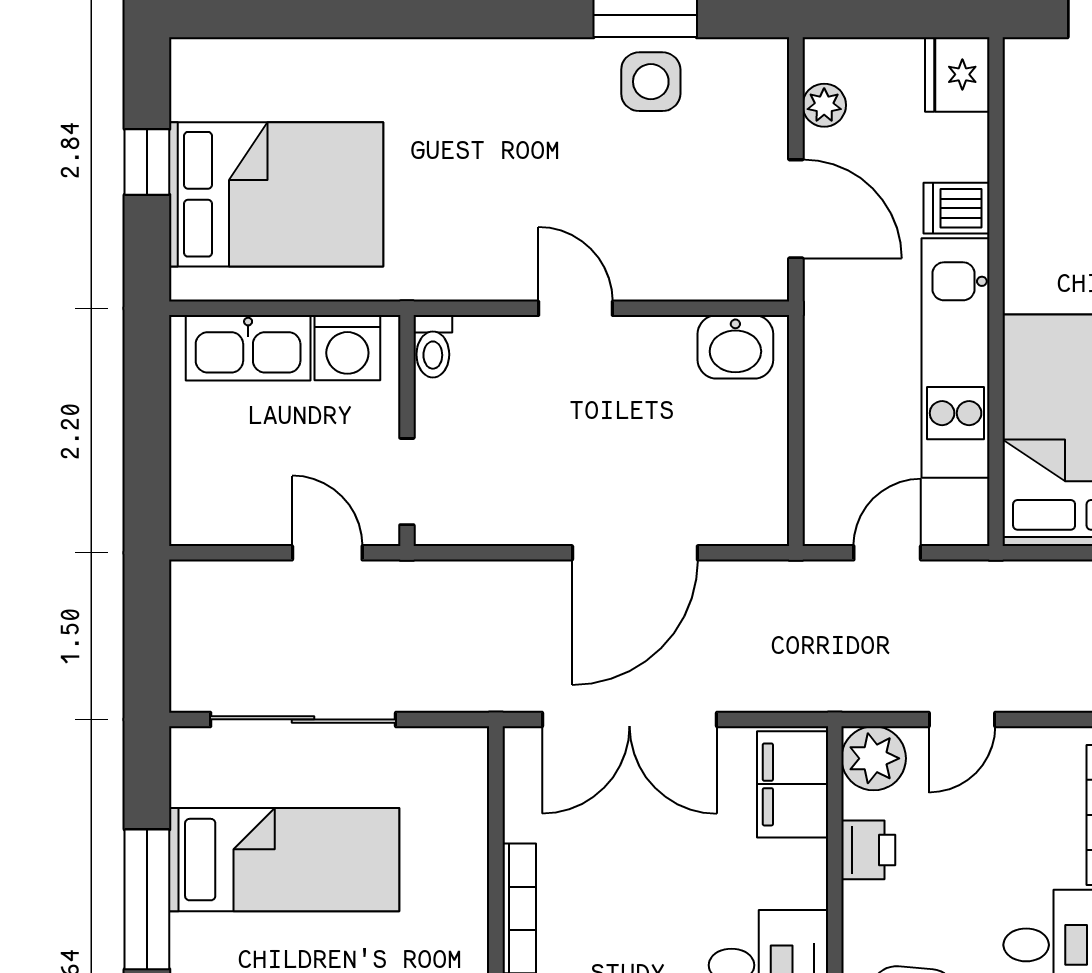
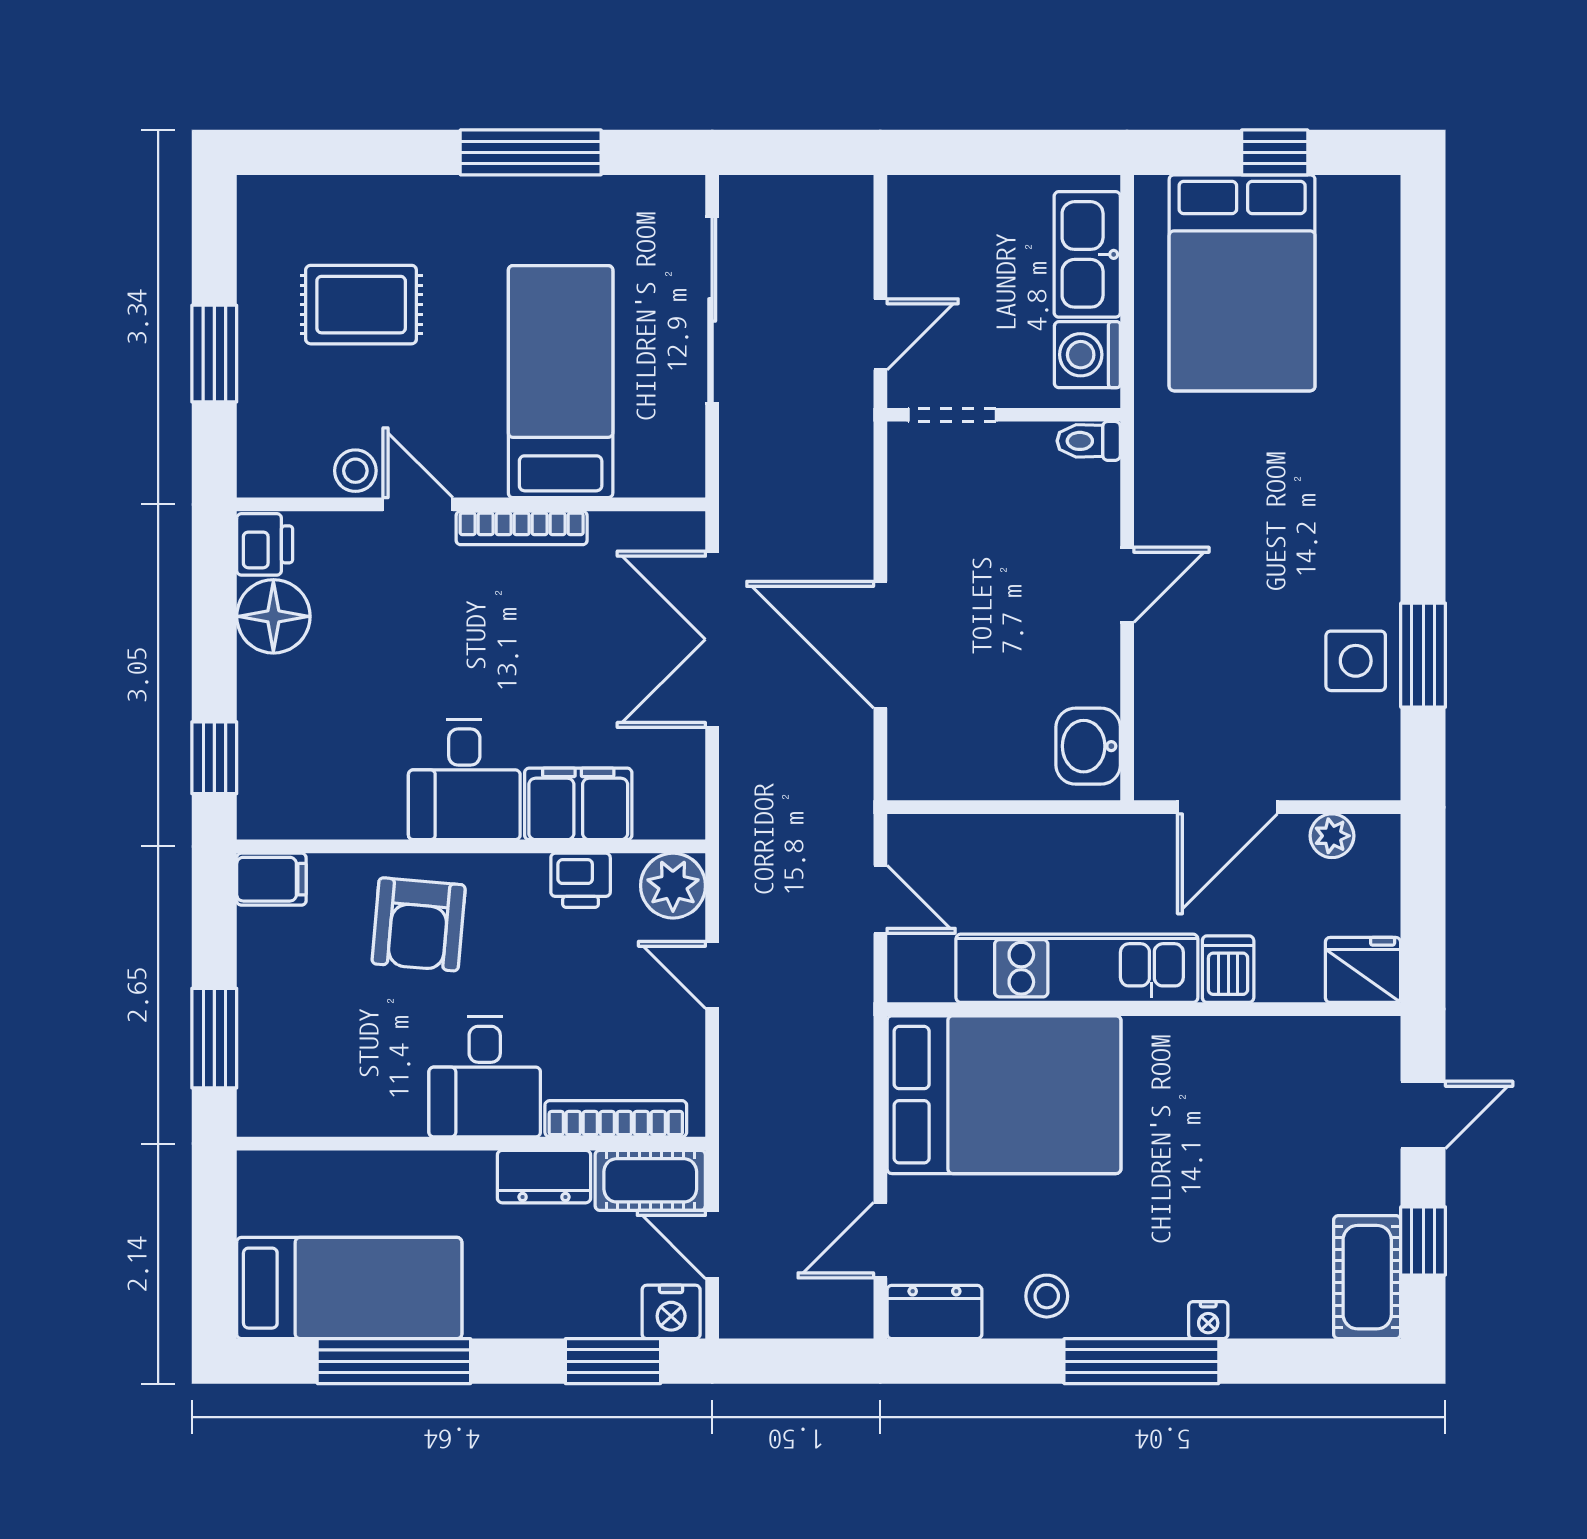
filing cabinet: (793, 784) -> (578, 804), moved
bed: (284, 860) -> (561, 382), moved, turned 180

